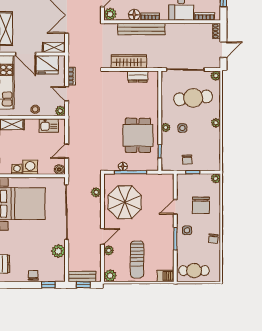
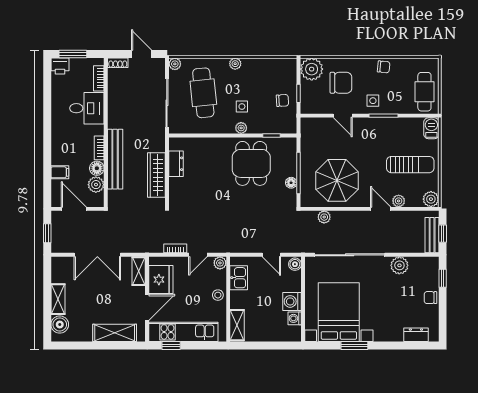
plant: (110, 14) -> (96, 185), moved
dining table: (138, 135) -> (251, 163), turned 90
plant: (216, 178) -> (312, 69), width x1.87, depth x1.87

